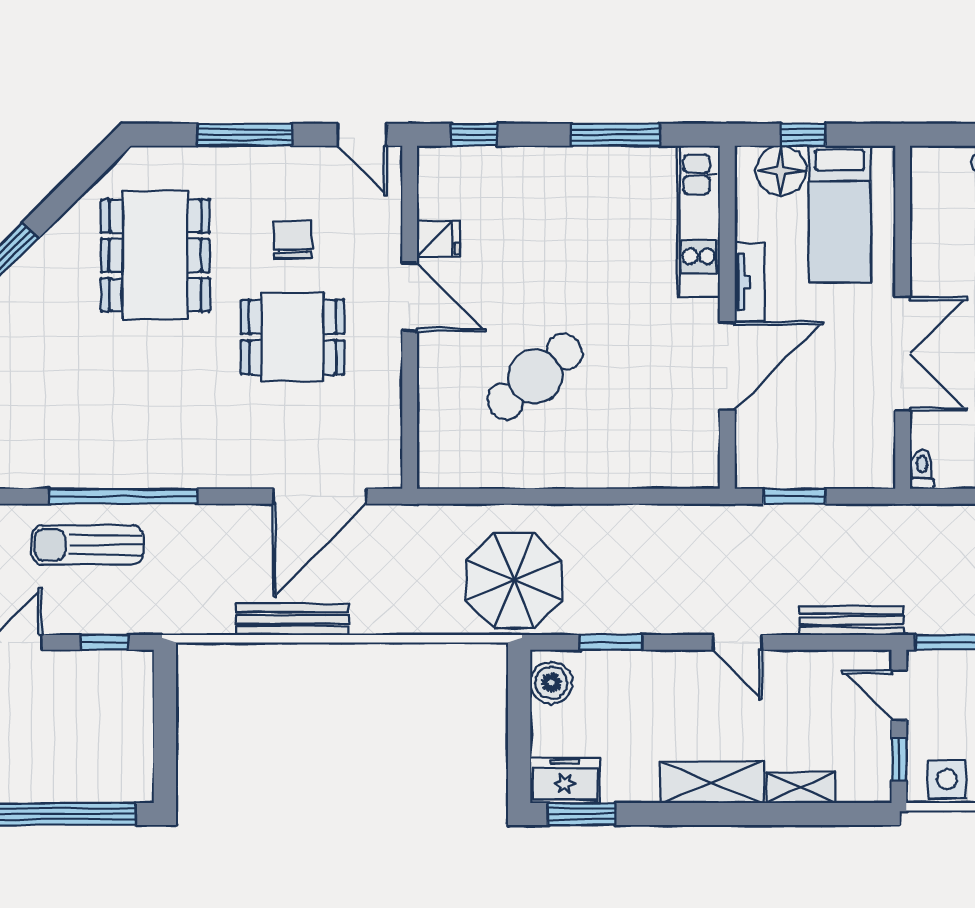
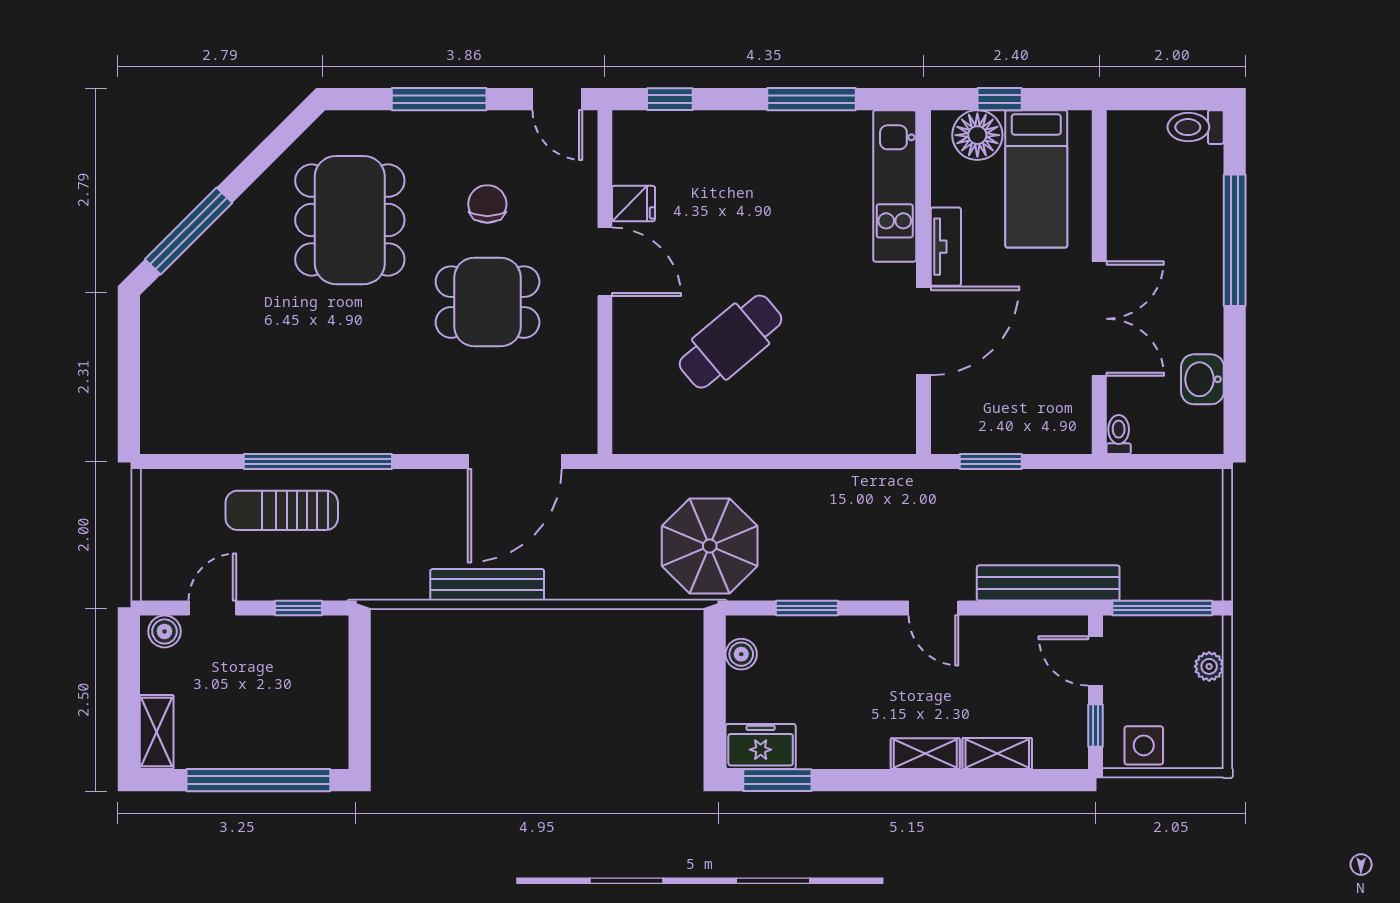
bench: (852, 620) -> (1048, 583), width x1.37, depth x1.21
boiler: (551, 683) -> (741, 654), width x0.73, depth x0.73
shelving: (712, 782) -> (925, 754), width x0.67, depth x0.75

